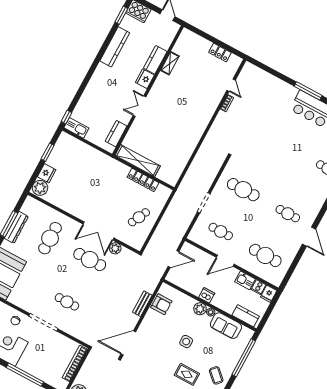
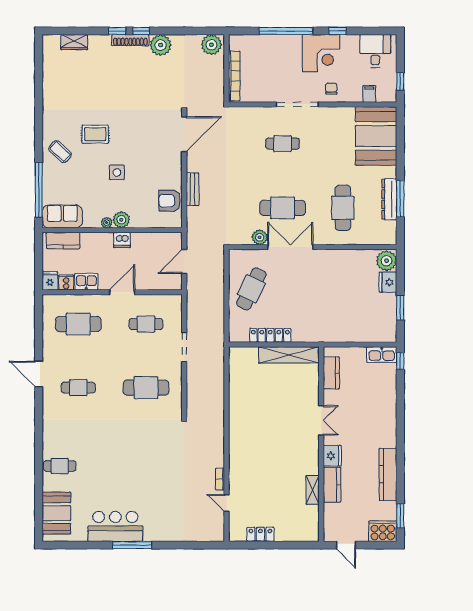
cafe table: (139, 217) -> (251, 289), width x1.37, depth x1.35
sofa: (226, 326) -> (62, 216), moved

